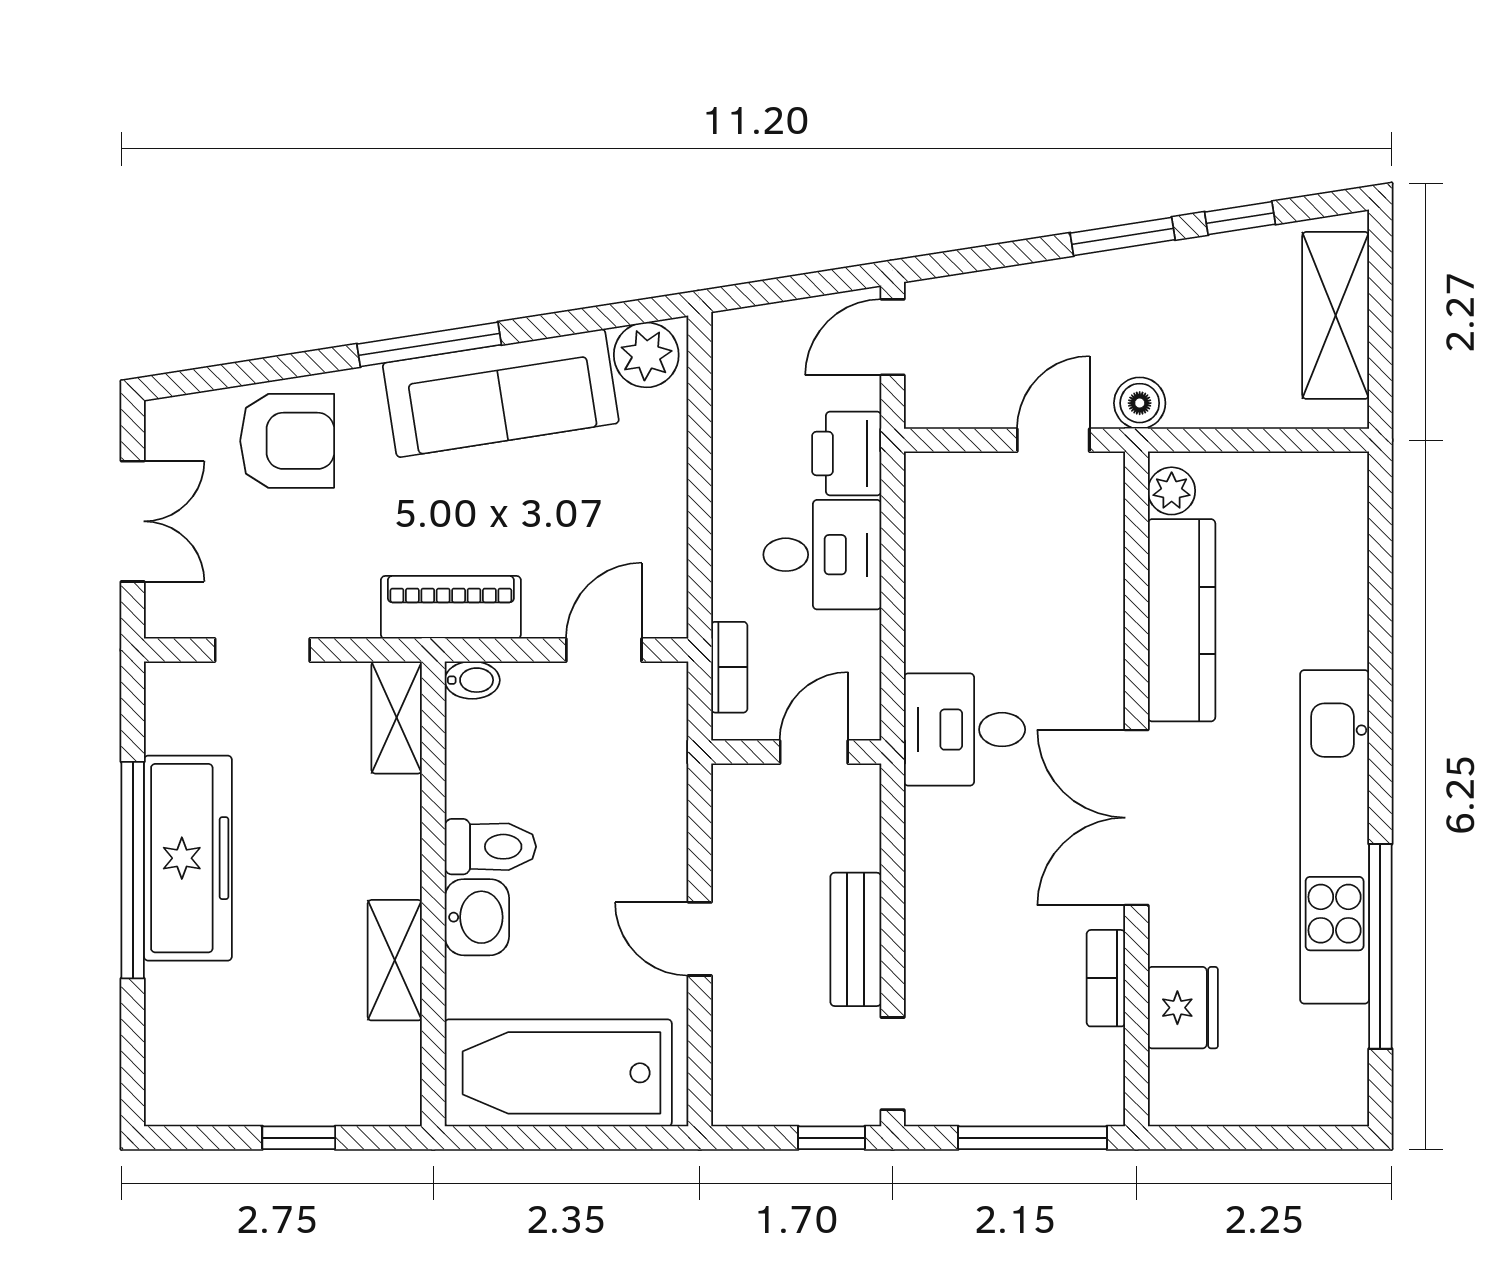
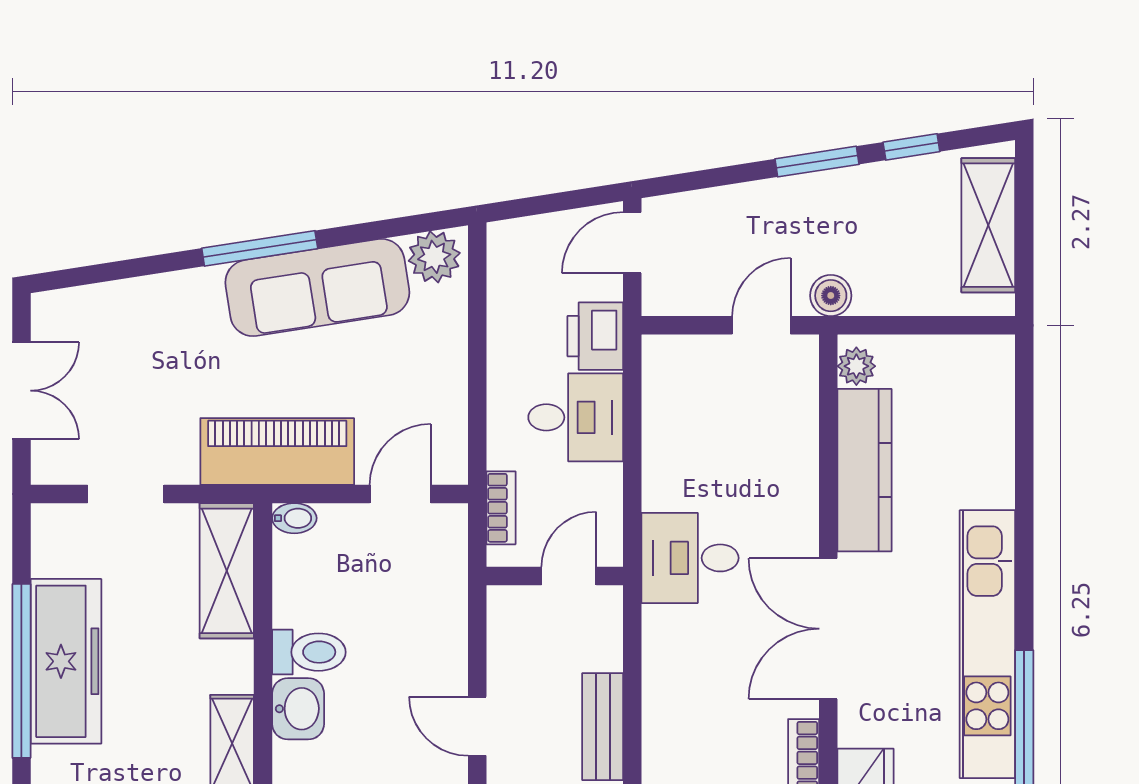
armchair: (287, 441) -> (146, 326), removed
piano: (451, 607) -> (277, 451), width x1.37, depth x1.33
shelving: (397, 717) -> (227, 571), width x1.50, depth x1.33

